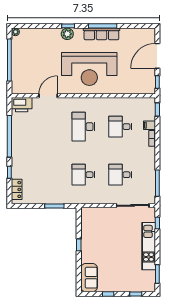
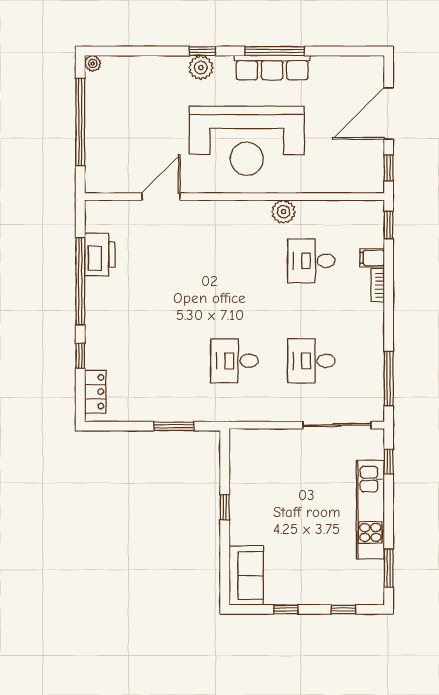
plant: (107, 103) -> (284, 212), added
printer: (22, 105) -> (100, 255), moved, turned -90
desk: (83, 127) -> (234, 261), removed

